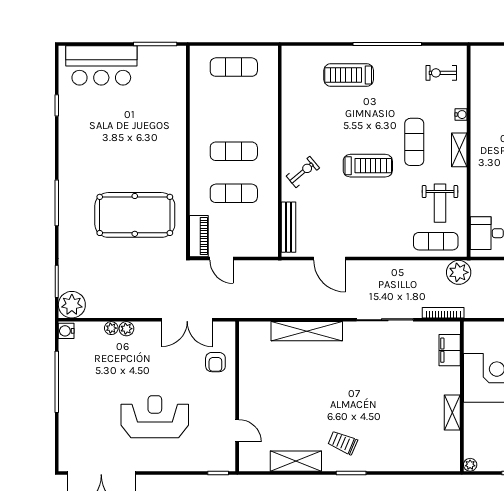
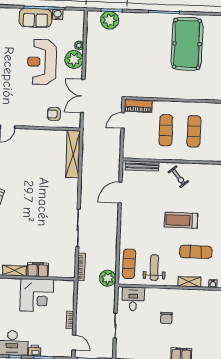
treadmill: (368, 166) -> (181, 220), turned 90
weight bench: (440, 203) -> (154, 267), turned 90
pool table: (135, 215) -> (187, 44), moved
plant: (72, 305) -> (110, 20), moved
plant: (126, 329) -> (74, 60), width x1.88, depth x1.88
water cooler: (66, 331) -> (58, 15), moved
shelving: (307, 331) -> (73, 154), moved
filing cabinet: (450, 350) -> (38, 270), moved
sofa: (72, 395) -> (35, 18), added
reception desk: (155, 417) -> (42, 62), moved, turned 180

